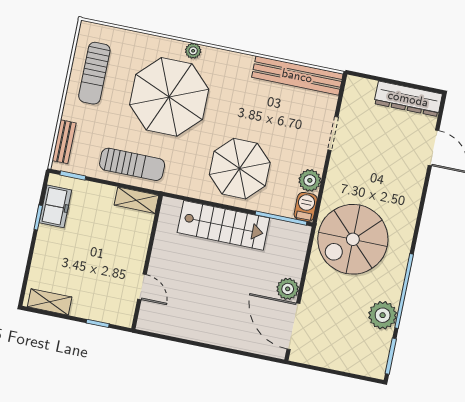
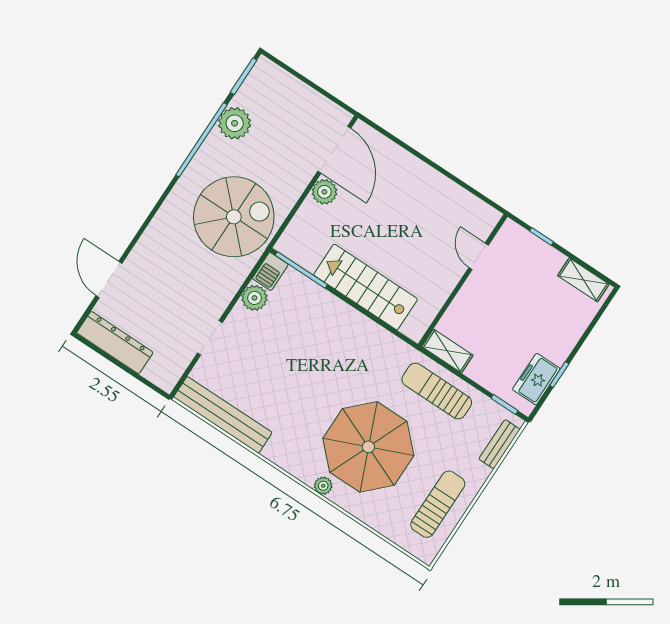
parasol: (240, 169) -> (324, 340), removed

